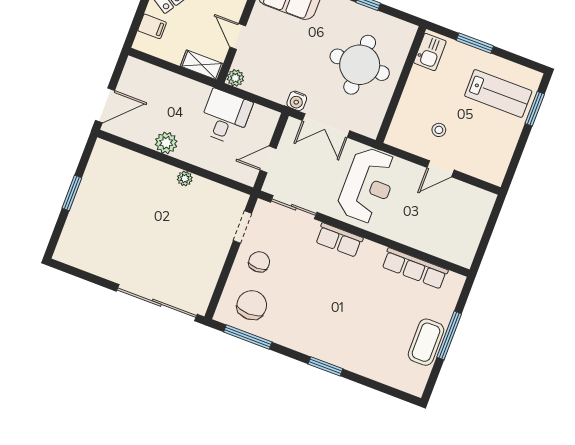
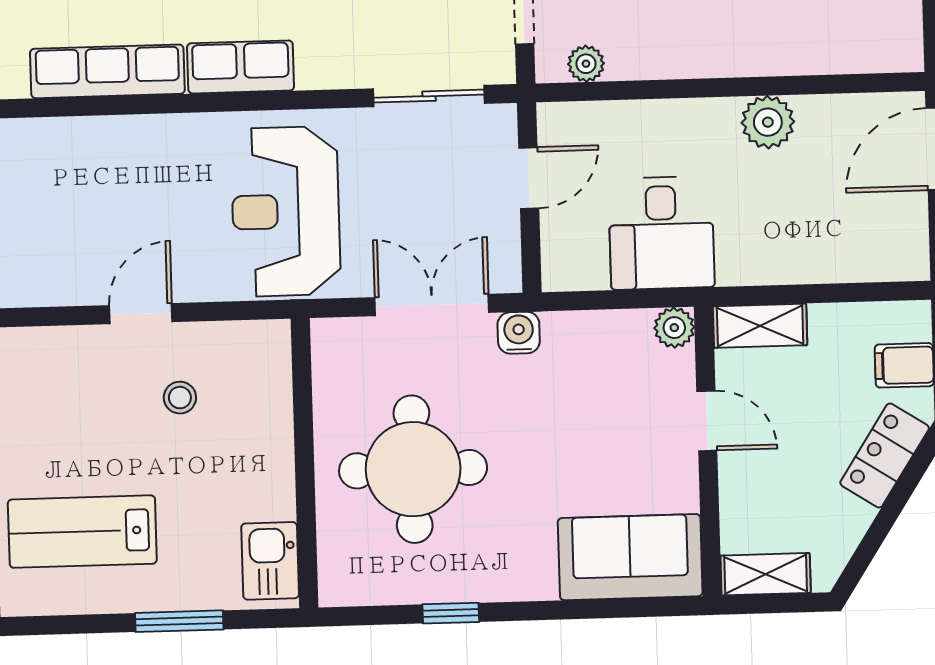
plant: (185, 179) -> (586, 64), moved
row of seats: (339, 240) -> (241, 67), moved

